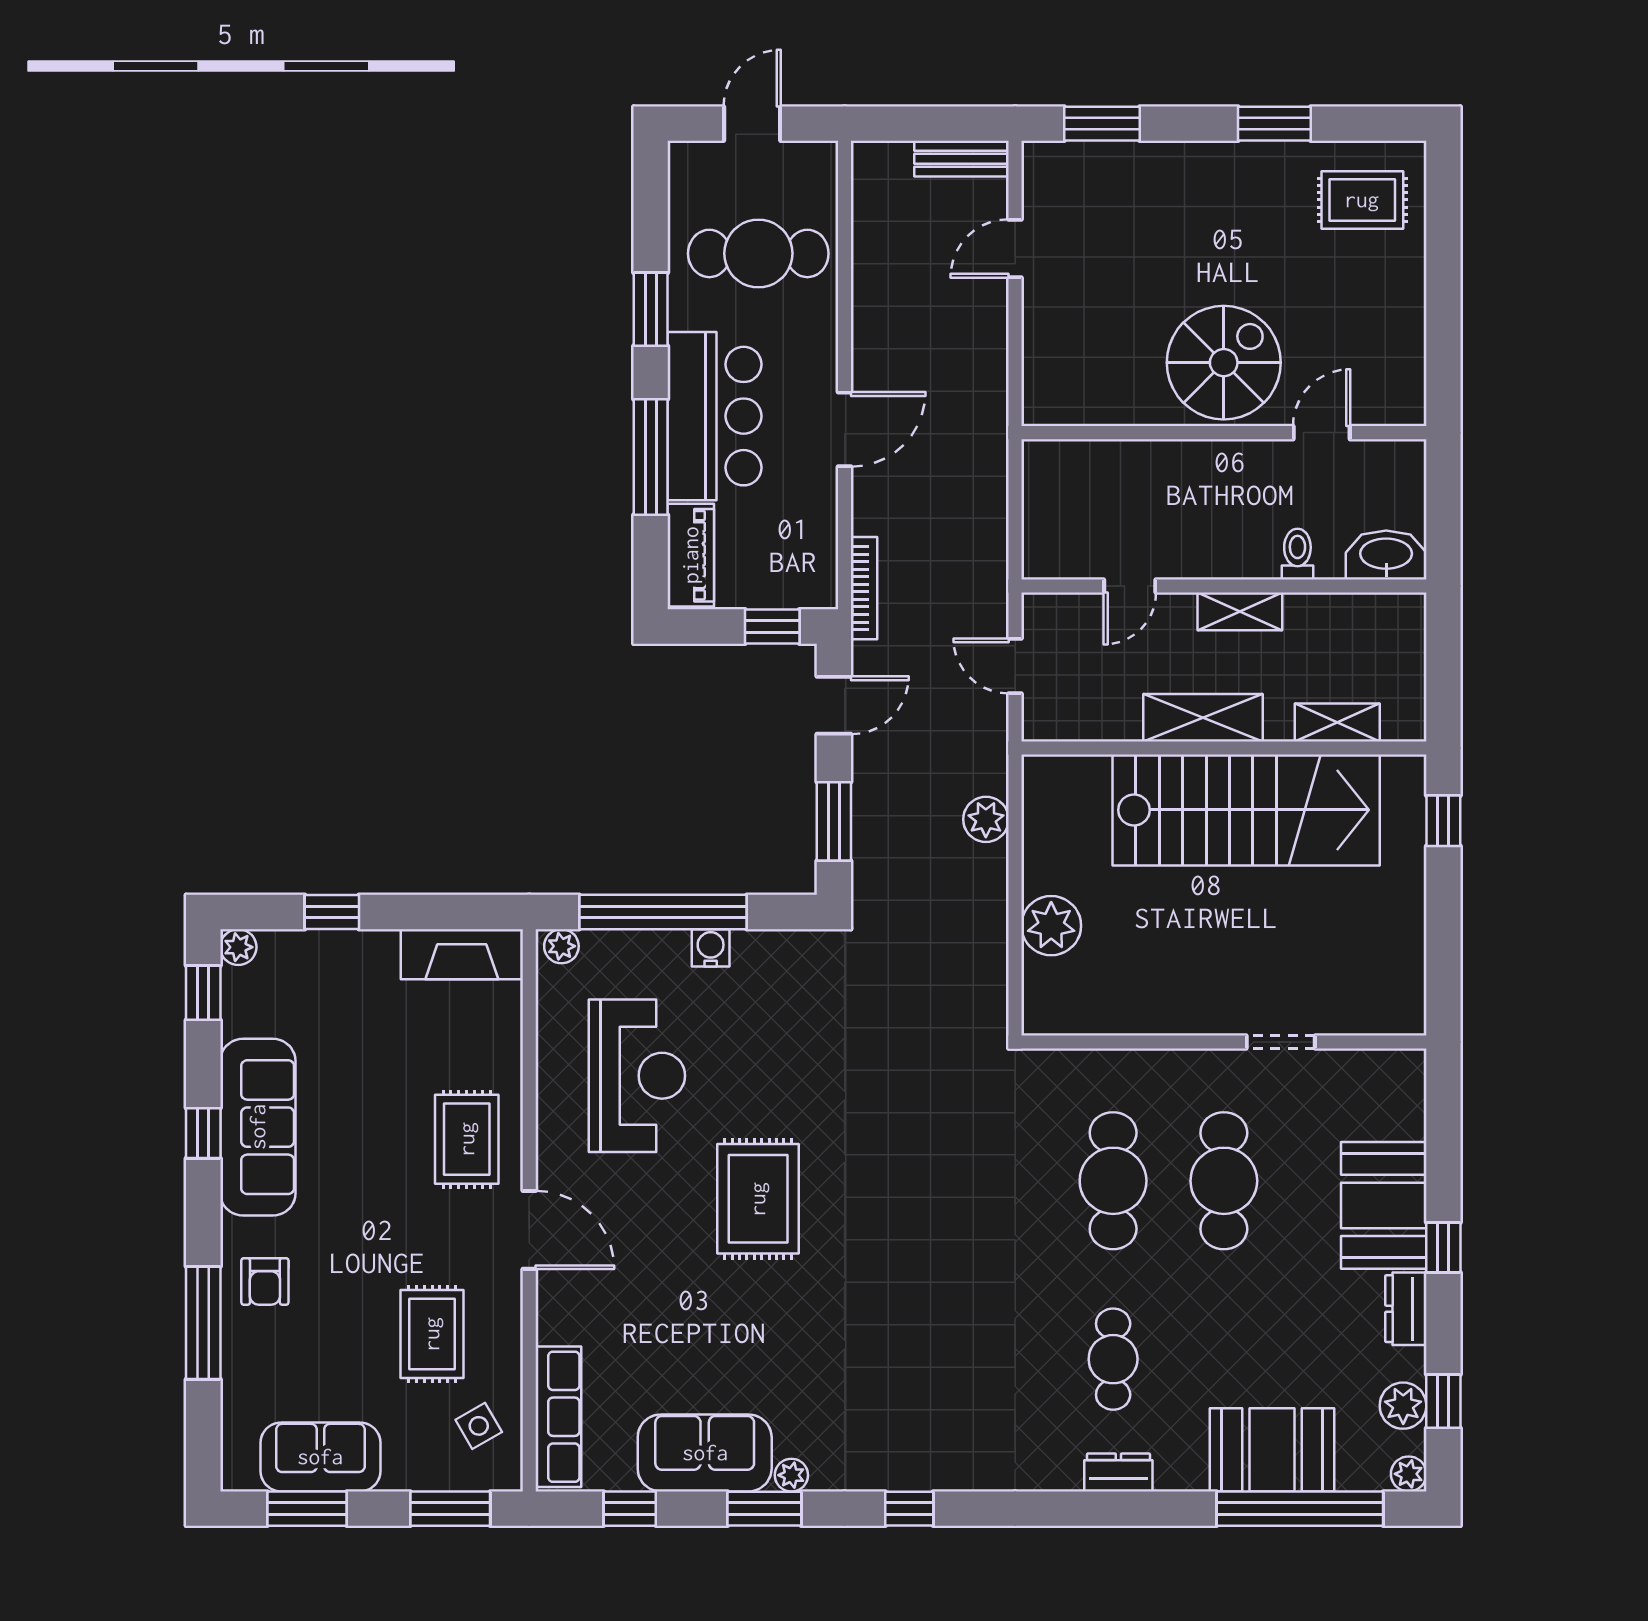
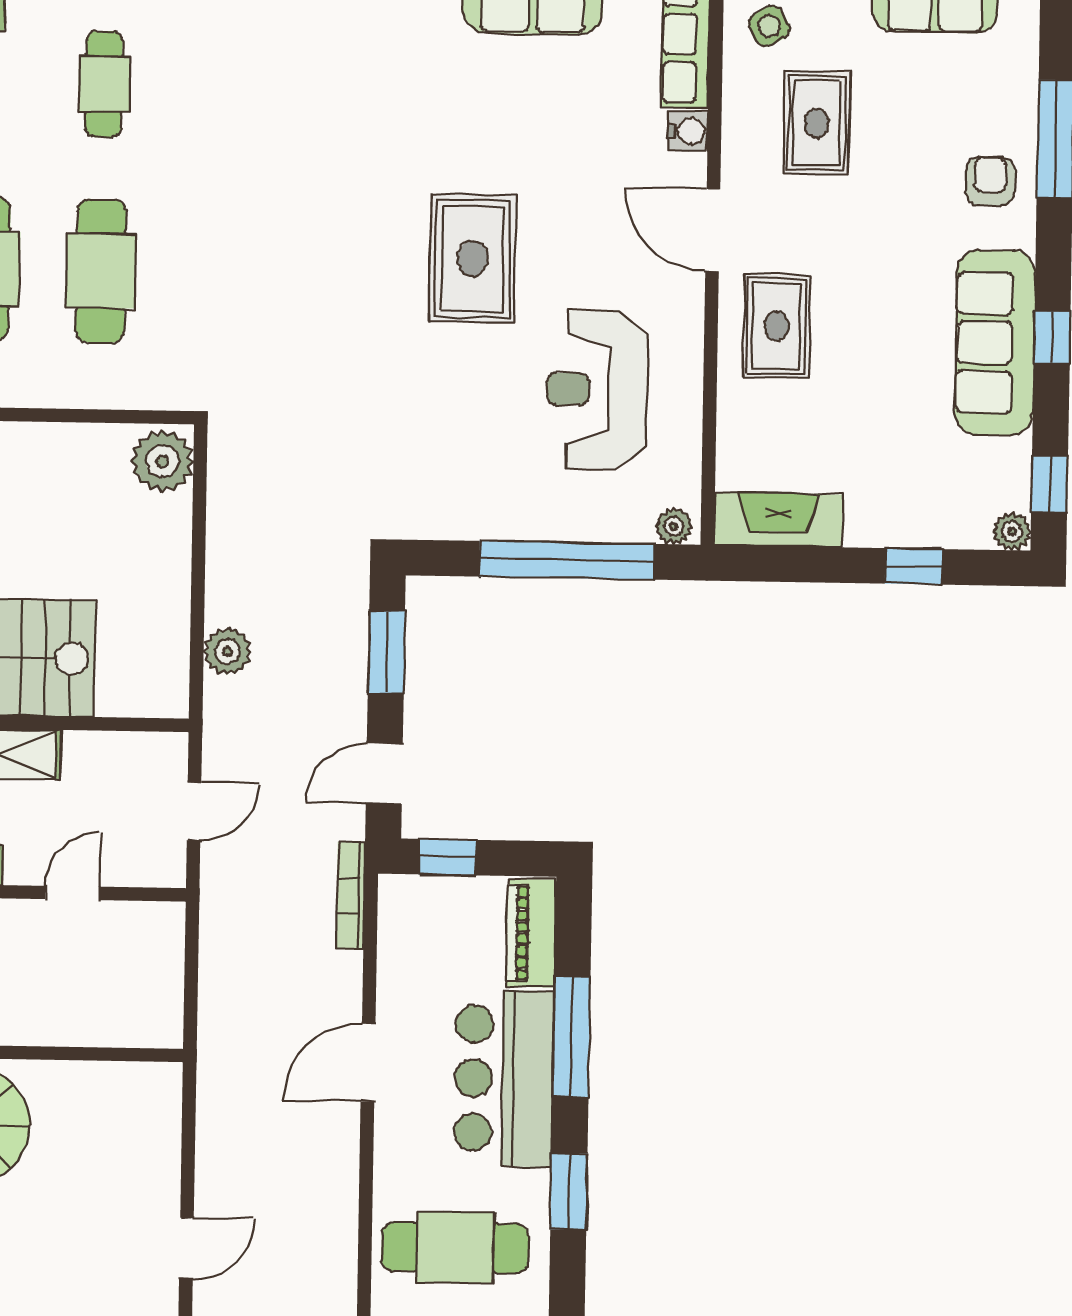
door: (1015, 666) -> (194, 811), hinge flipped
plant: (1051, 926) -> (162, 461), moved
water cooler: (711, 948) -> (688, 131), moved, turned -90

